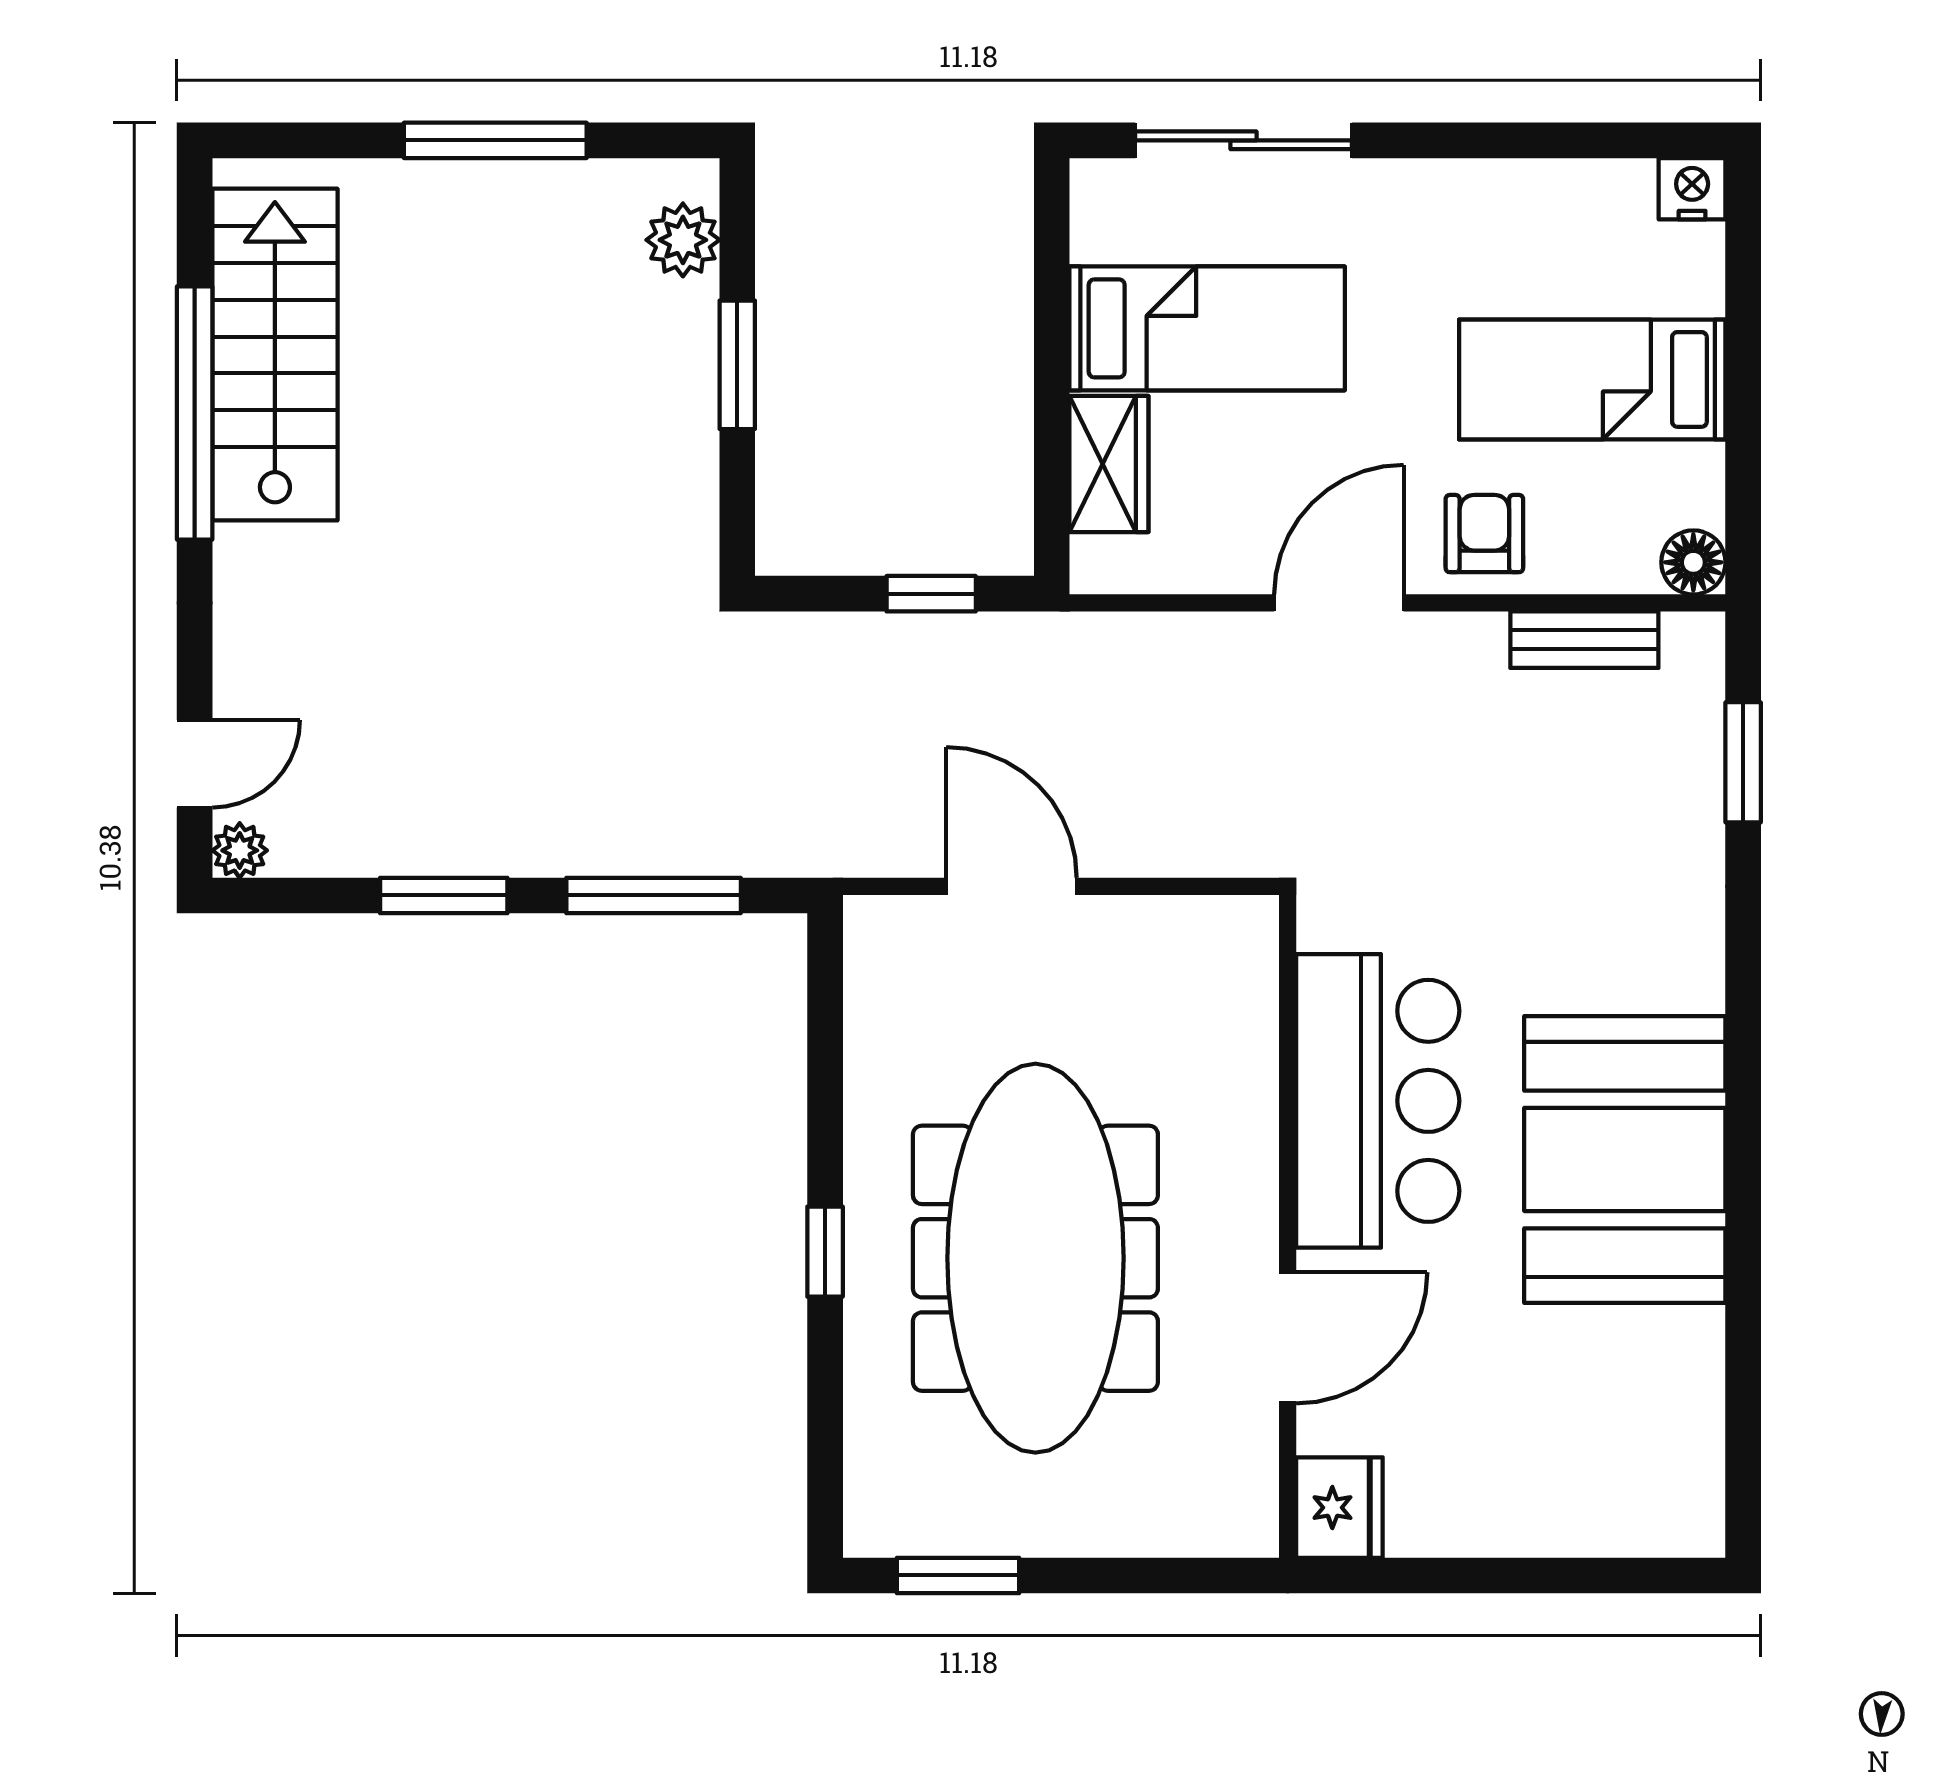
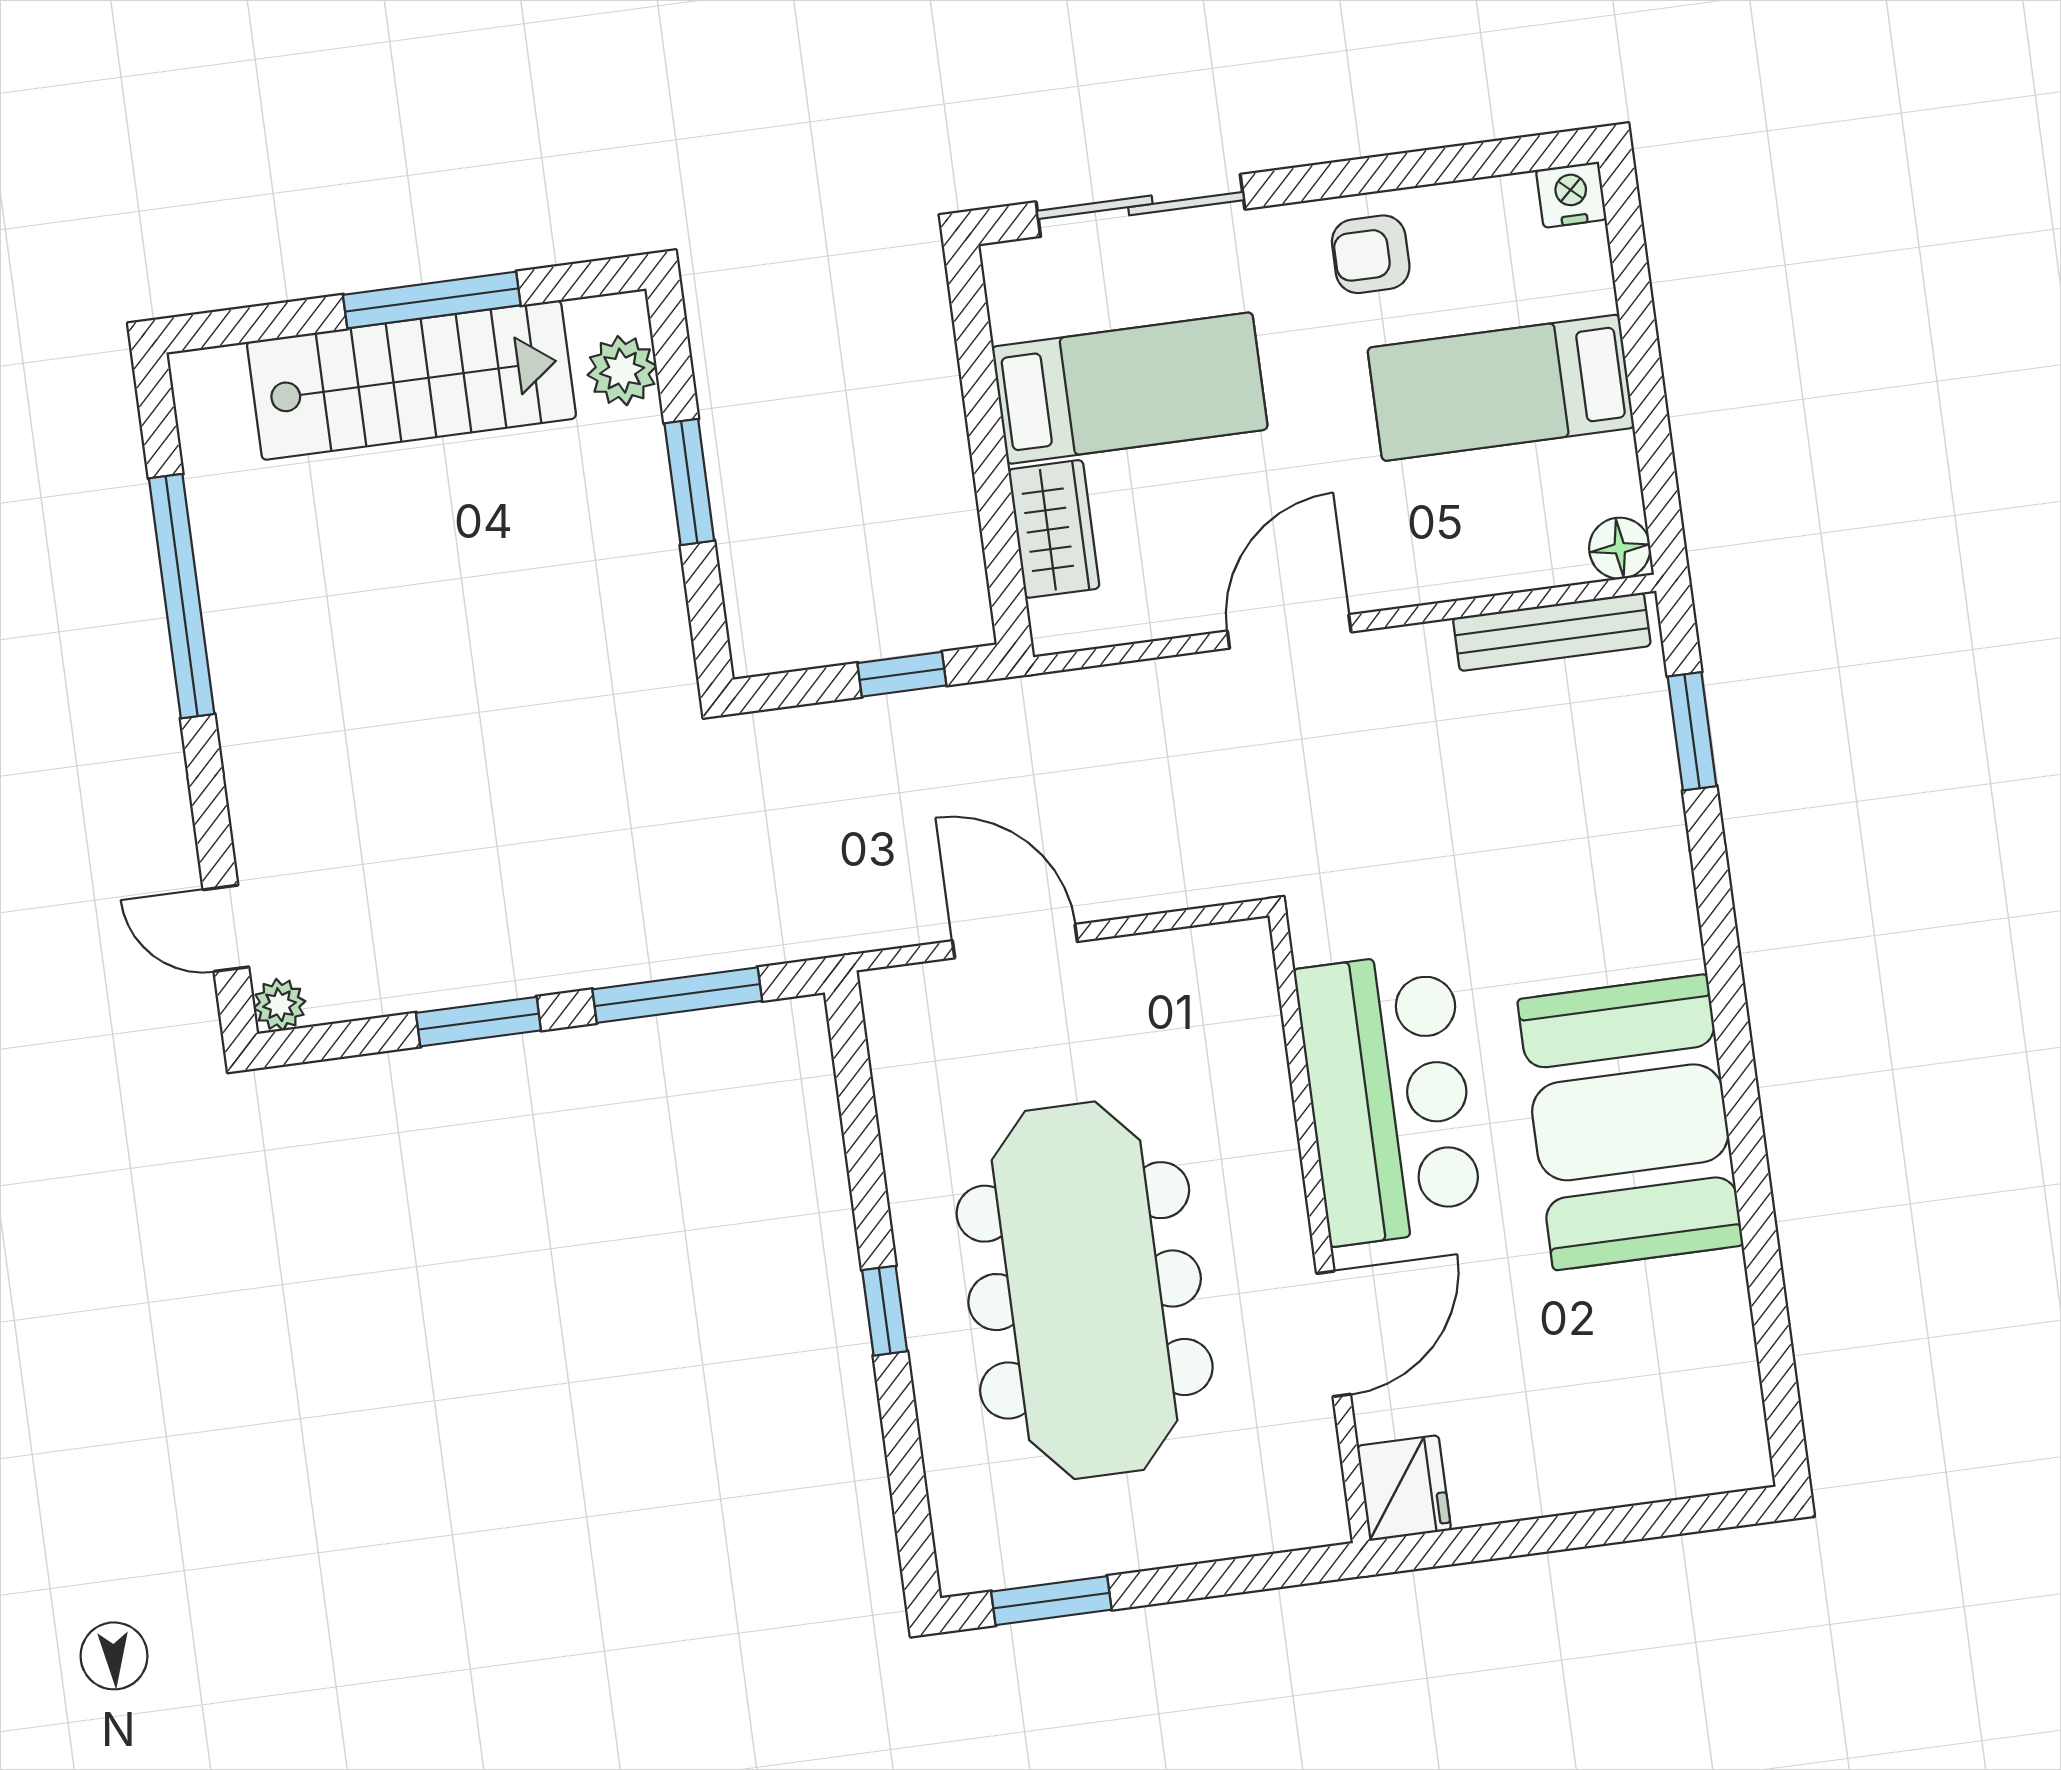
stairs: (275, 355) -> (411, 380), moved, turned 90
armchair: (1484, 534) -> (1371, 254), moved, turned -90
bench: (1584, 640) -> (1552, 632), width x1.36
door: (195, 764) -> (226, 928), swing flipped

